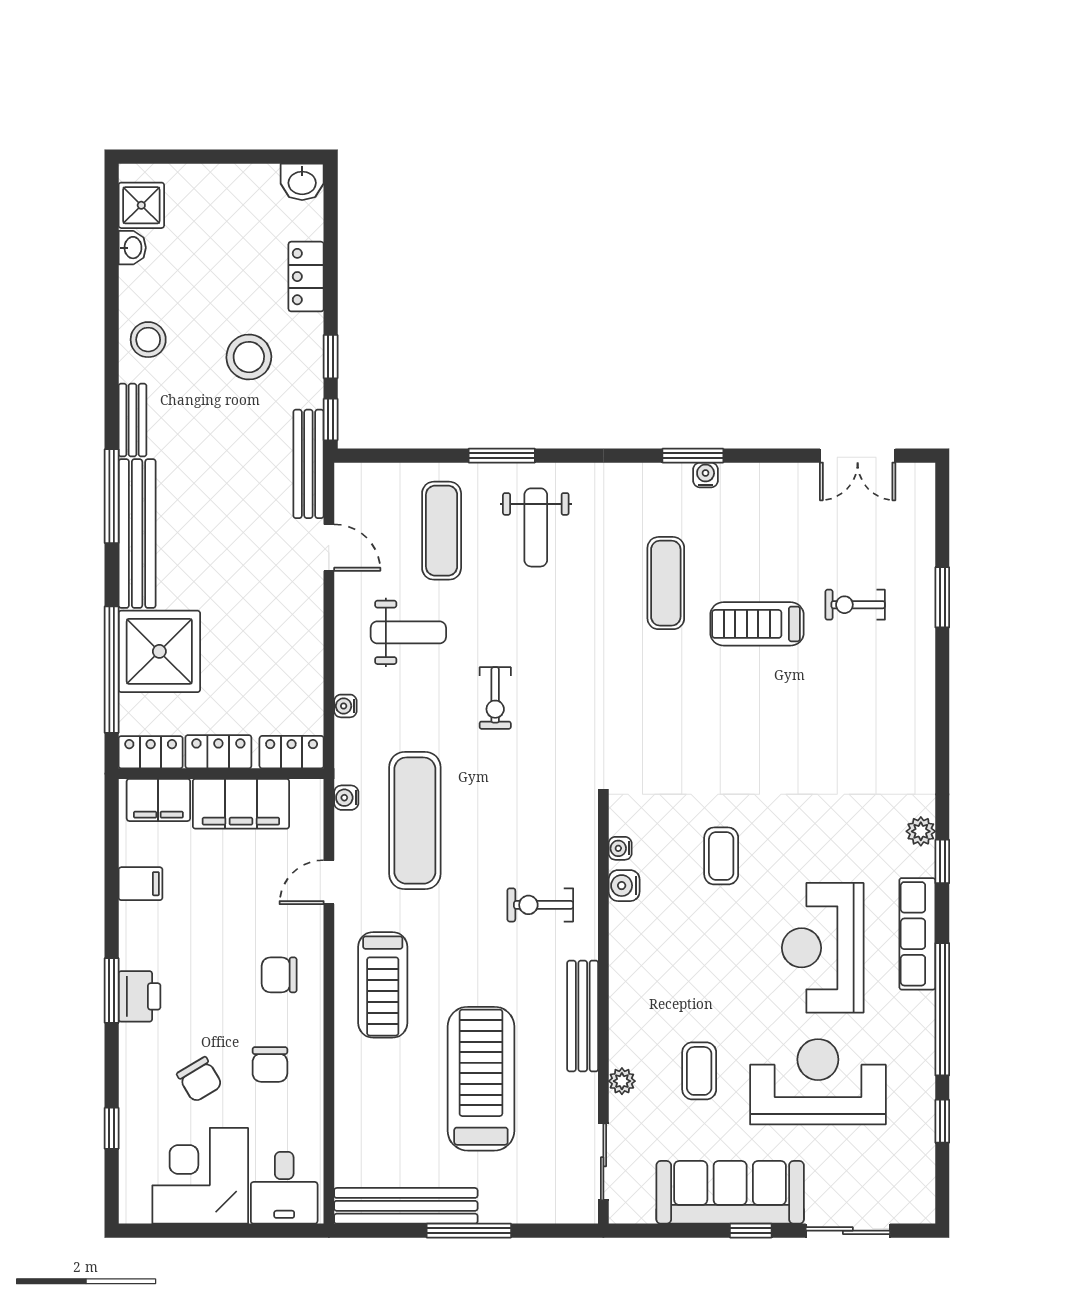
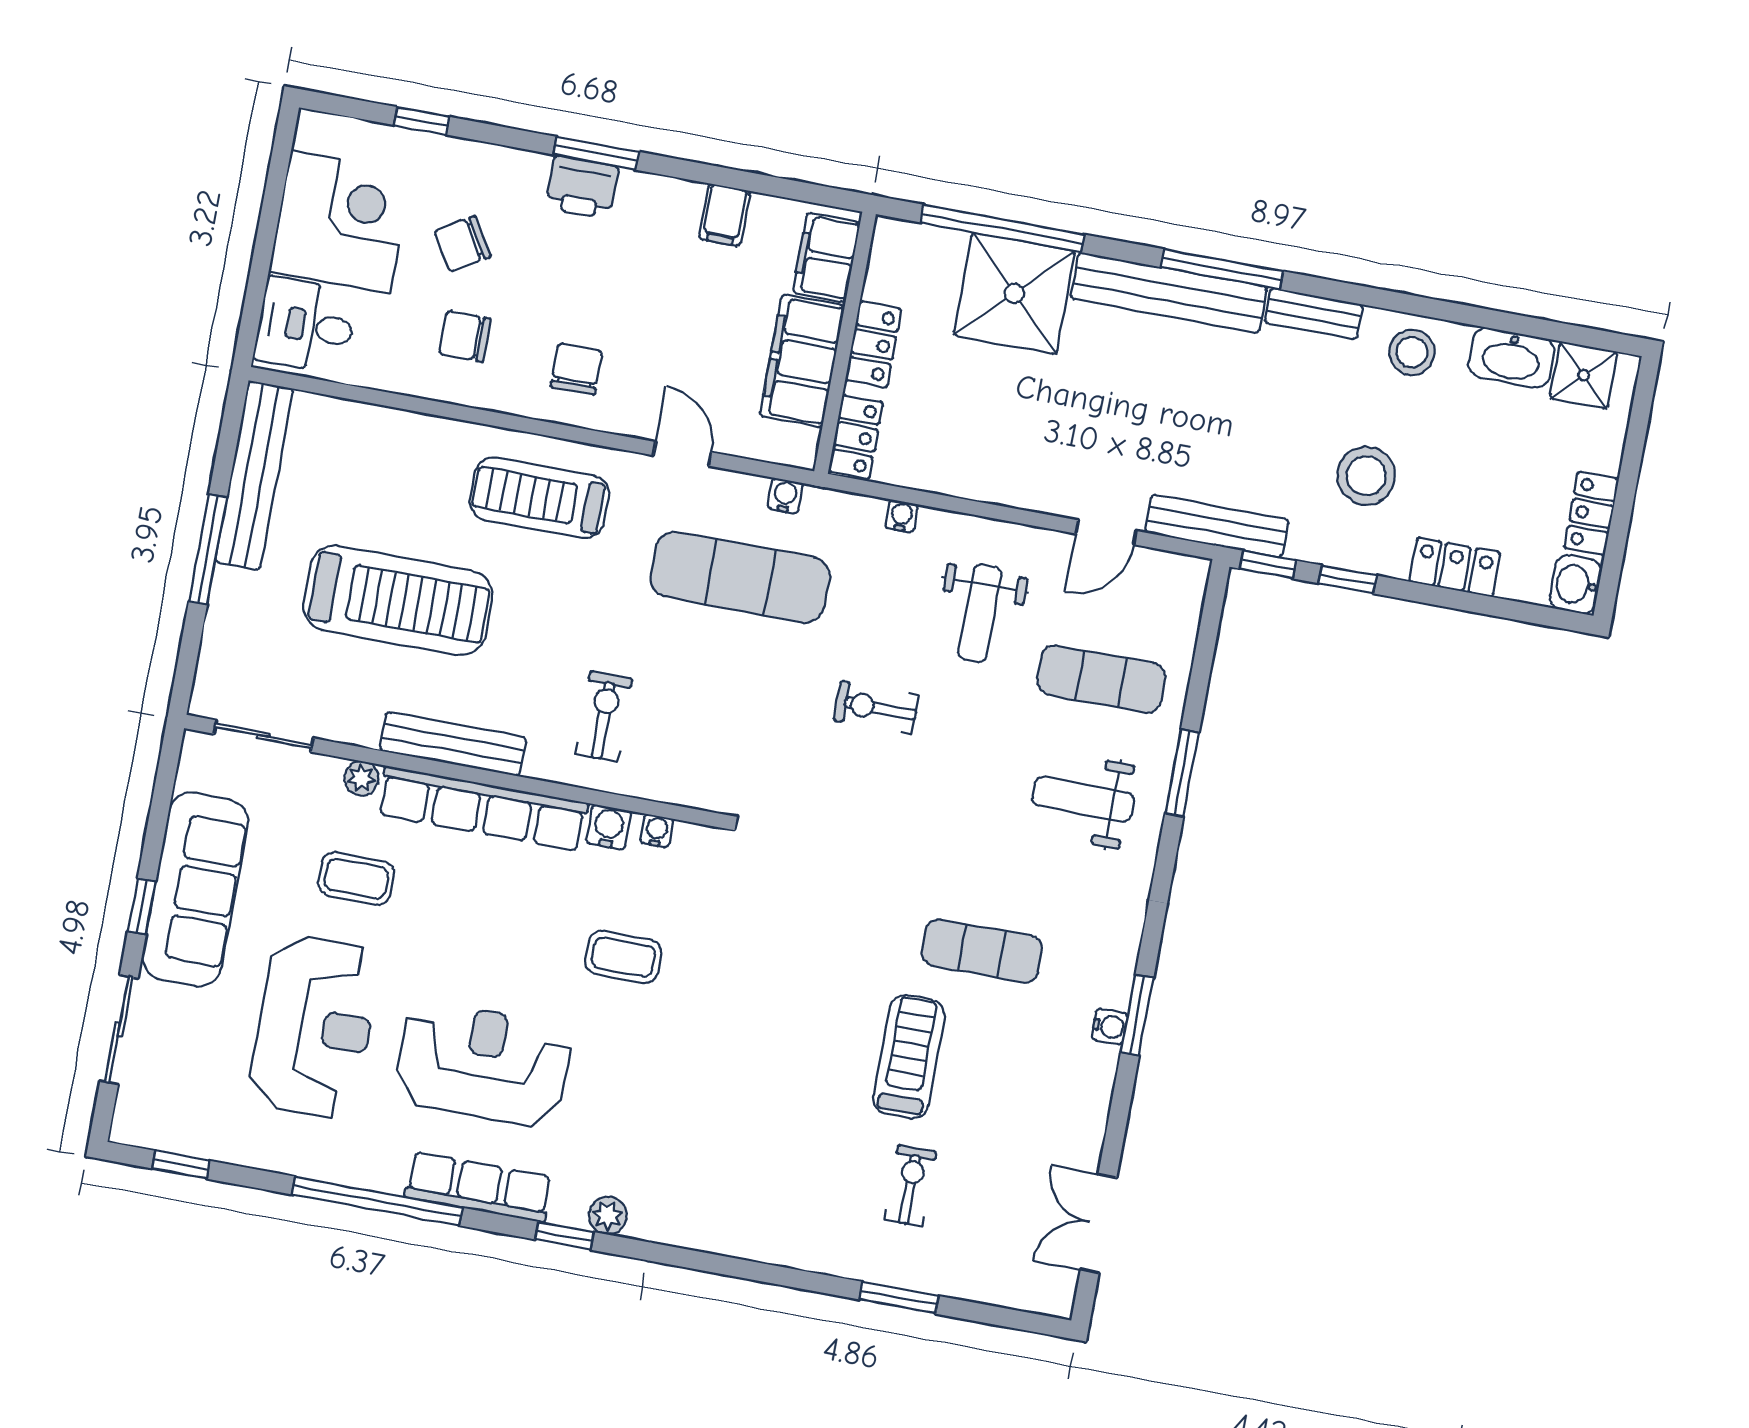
washbasin: (132, 248) -> (1511, 358), width x1.91, depth x1.45
locker: (151, 752) -> (1591, 513), moved, turned 180
row of seats: (628, 984) -> (483, 808), added
window: (942, 1121) -> (181, 1165), moved

